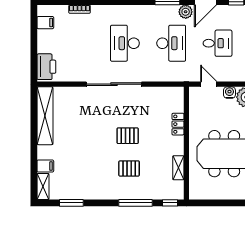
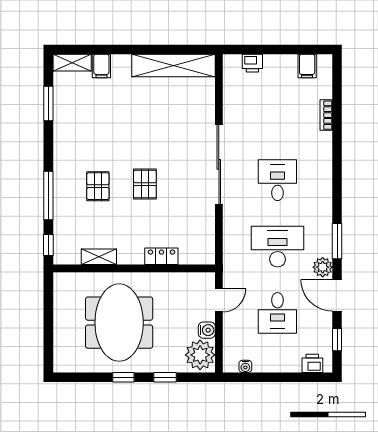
desk: (125, 43) -> (277, 180), width x0.73
desk: (171, 43) -> (277, 247), turned 180
printer: (46, 67) -> (252, 63), width x0.53, depth x0.68

